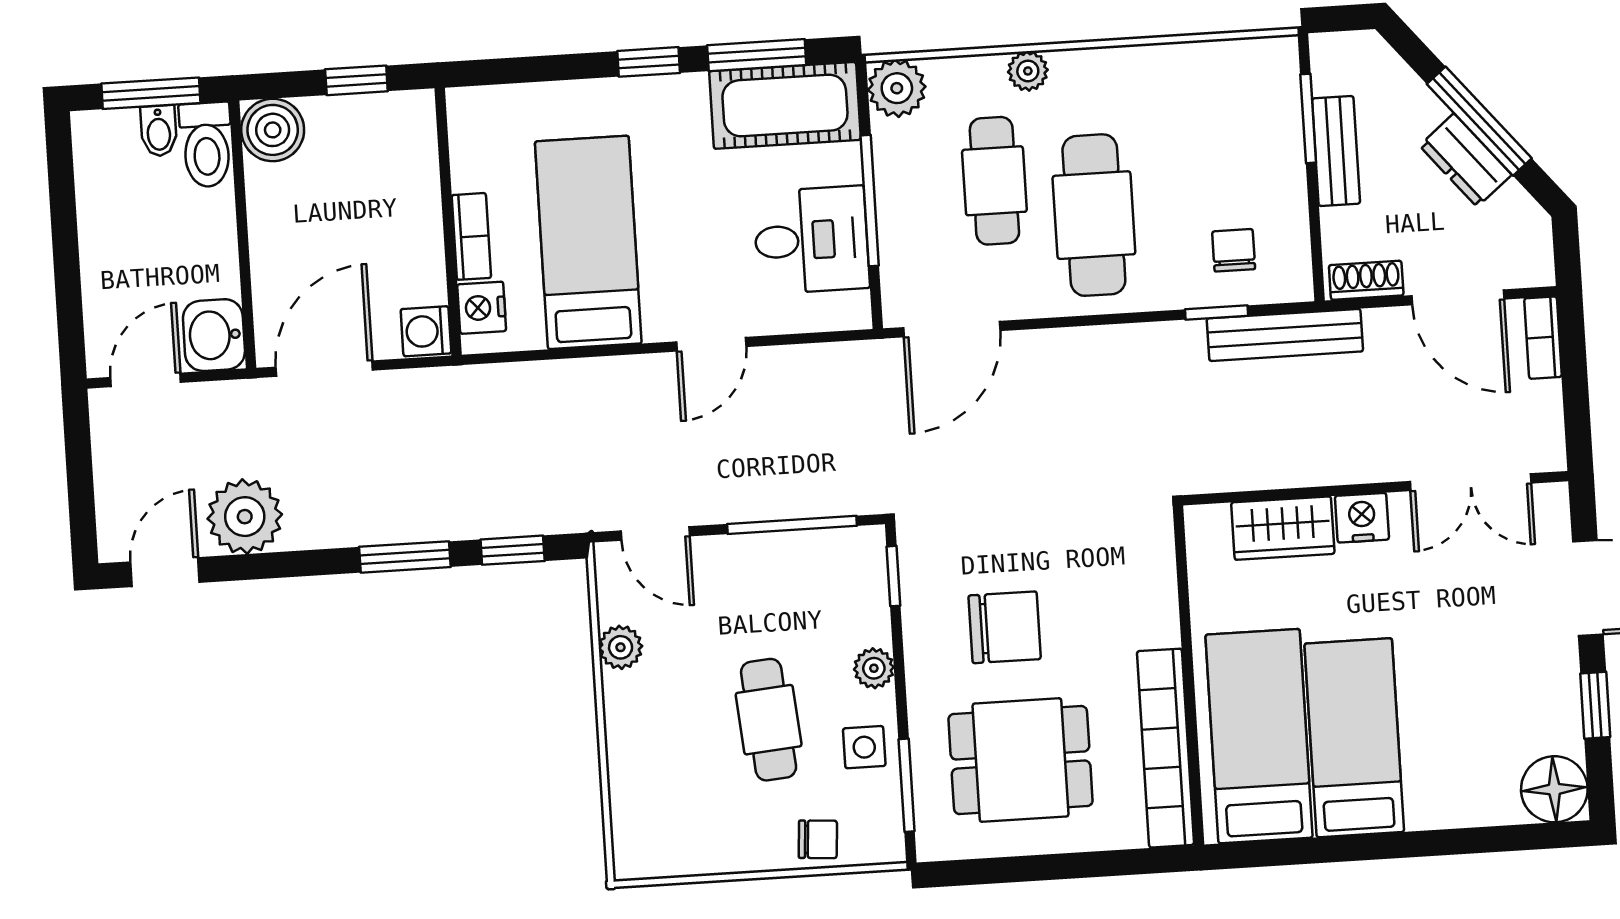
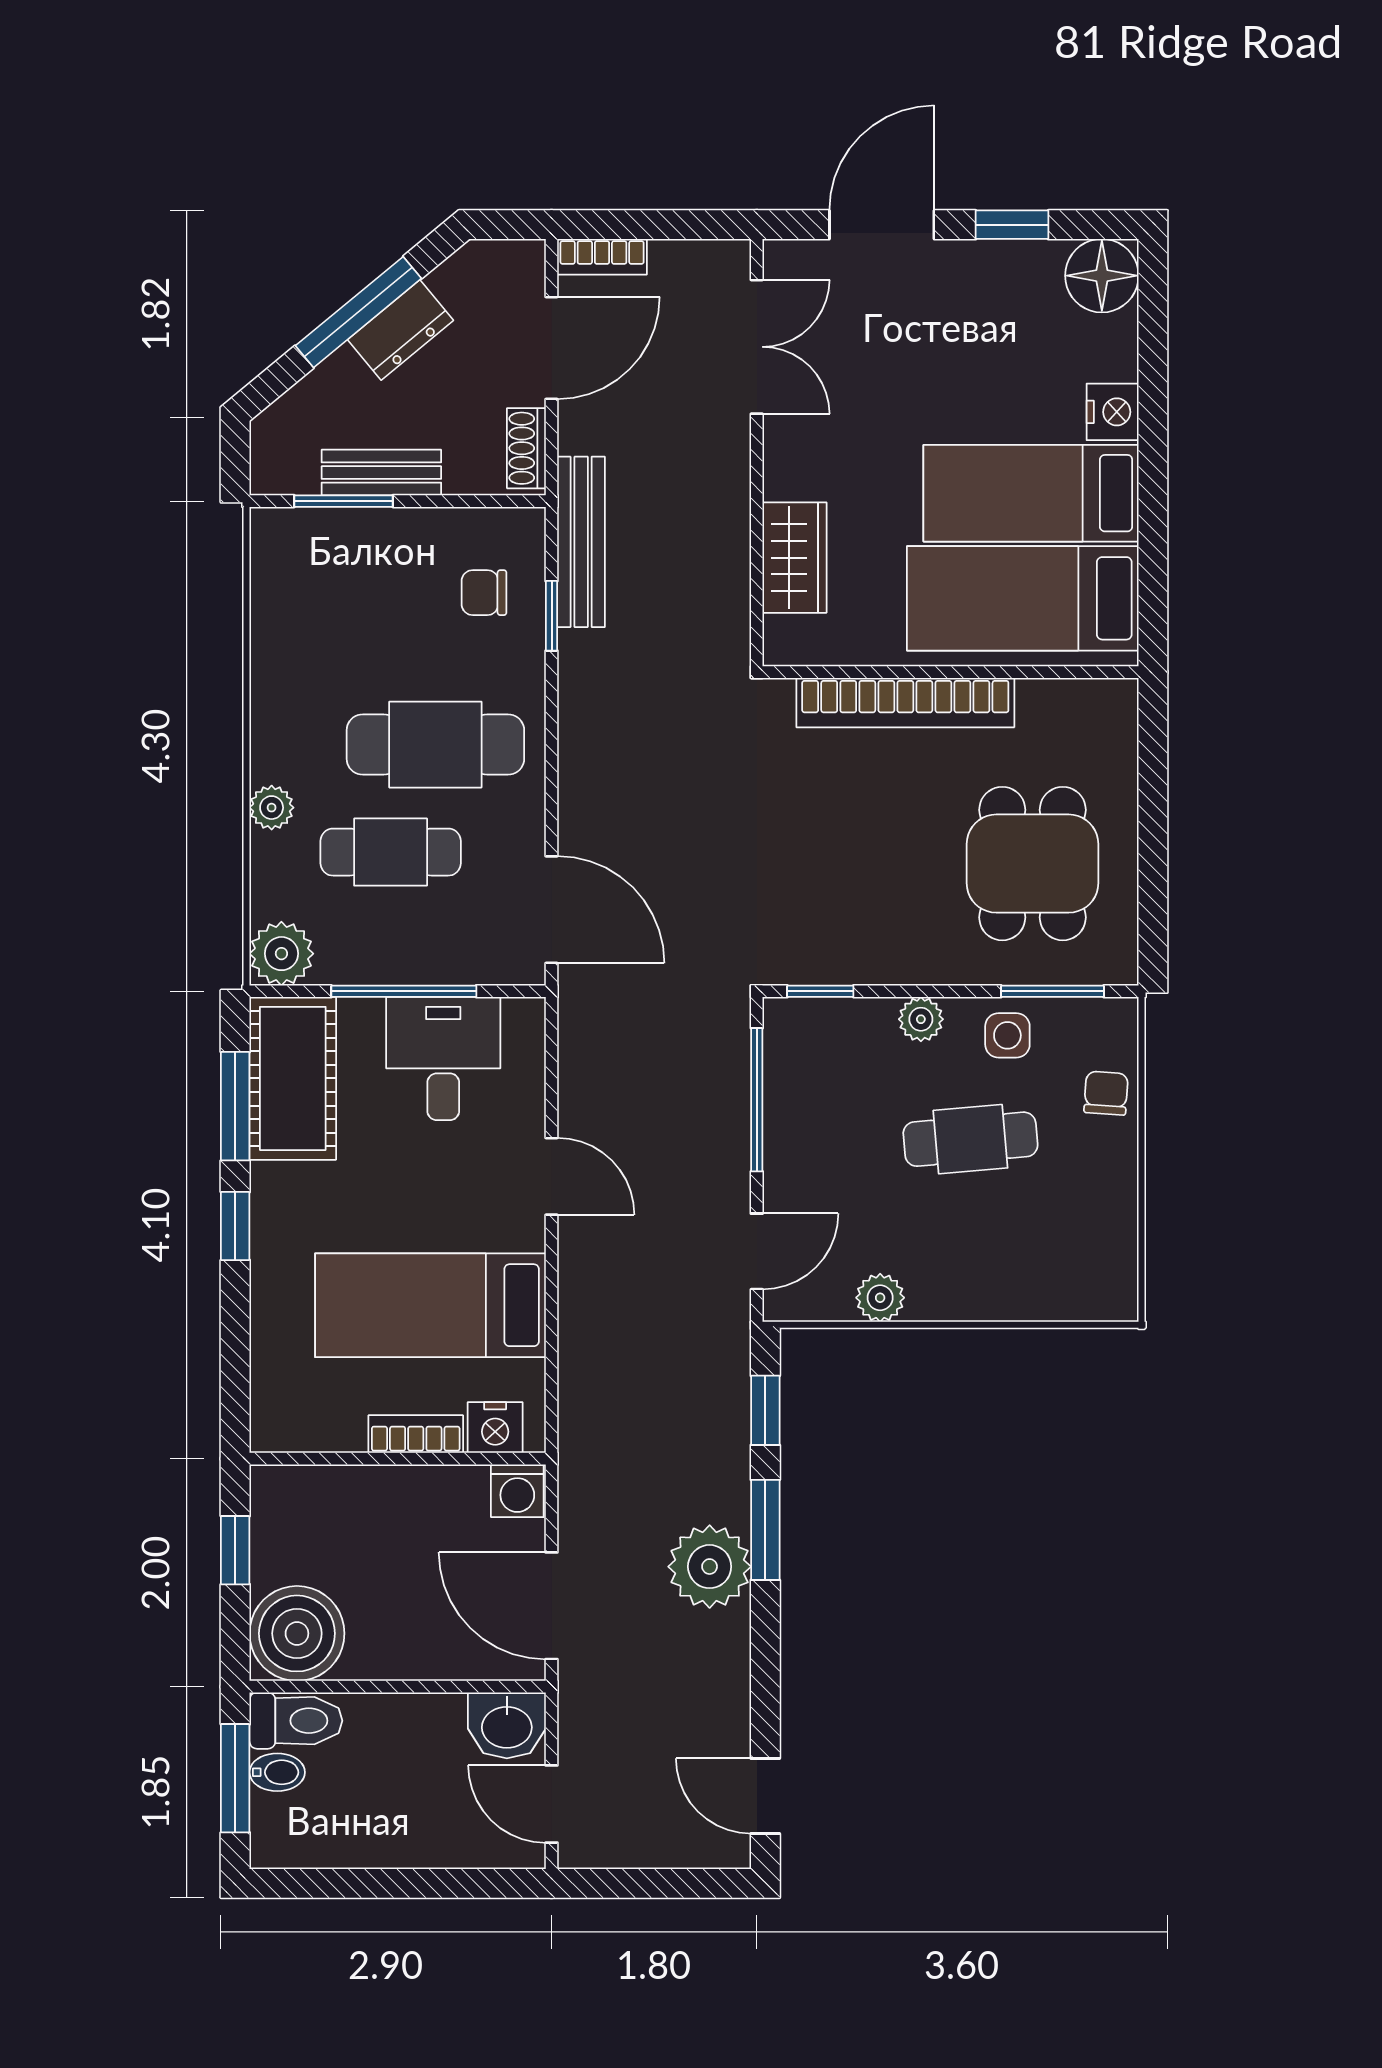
boiler: (273, 130) -> (297, 1633), width x1.37, depth x1.37
plant: (245, 517) -> (710, 1567), moved
nightstand: (1362, 518) -> (1113, 412), moved, turned 180
chair: (1005, 627) -> (885, 872), removed
bookcase: (1165, 748) -> (905, 703), moved

